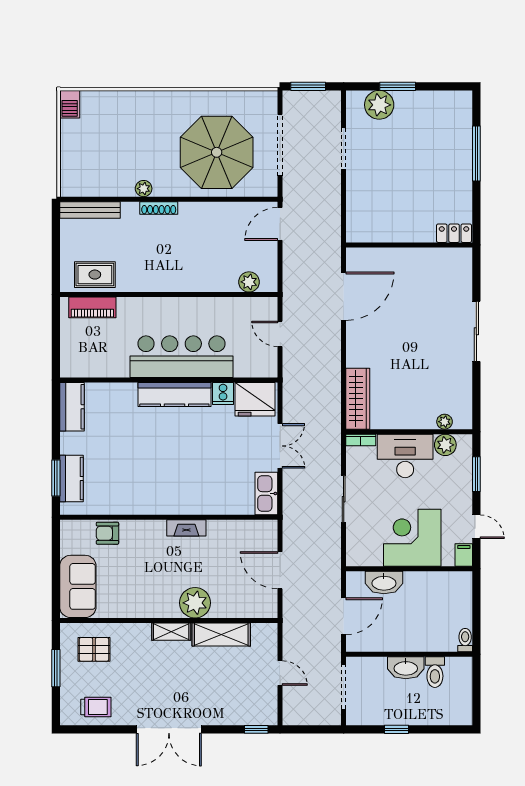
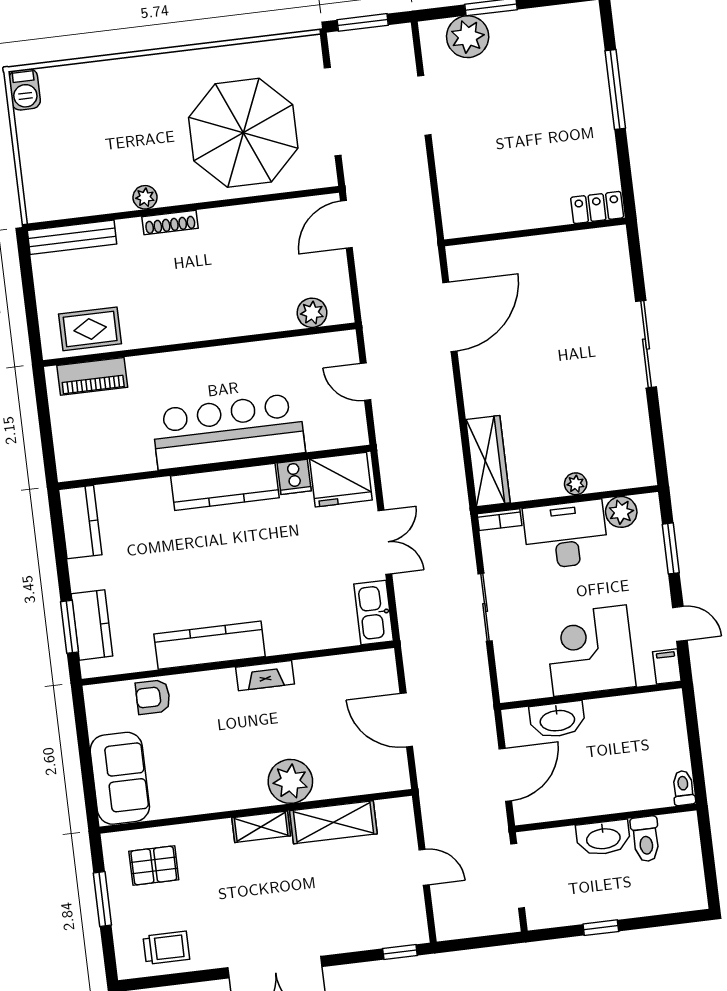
plant: (445, 422) -> (576, 484), moved
kitchen counter: (151, 502) -> (210, 645), added

